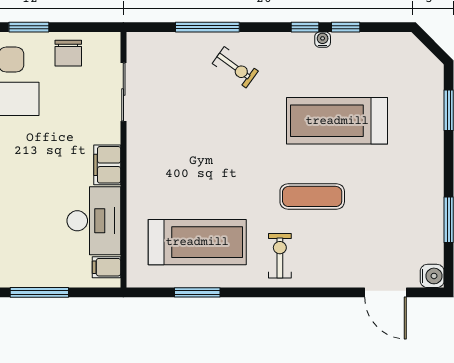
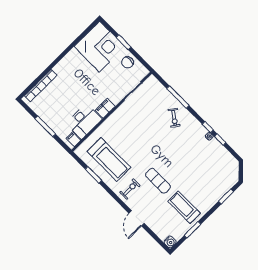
treadmill: (337, 121) -> (184, 207), moved, width x0.73, depth x0.73
door: (385, 292) -> (137, 218), moved

